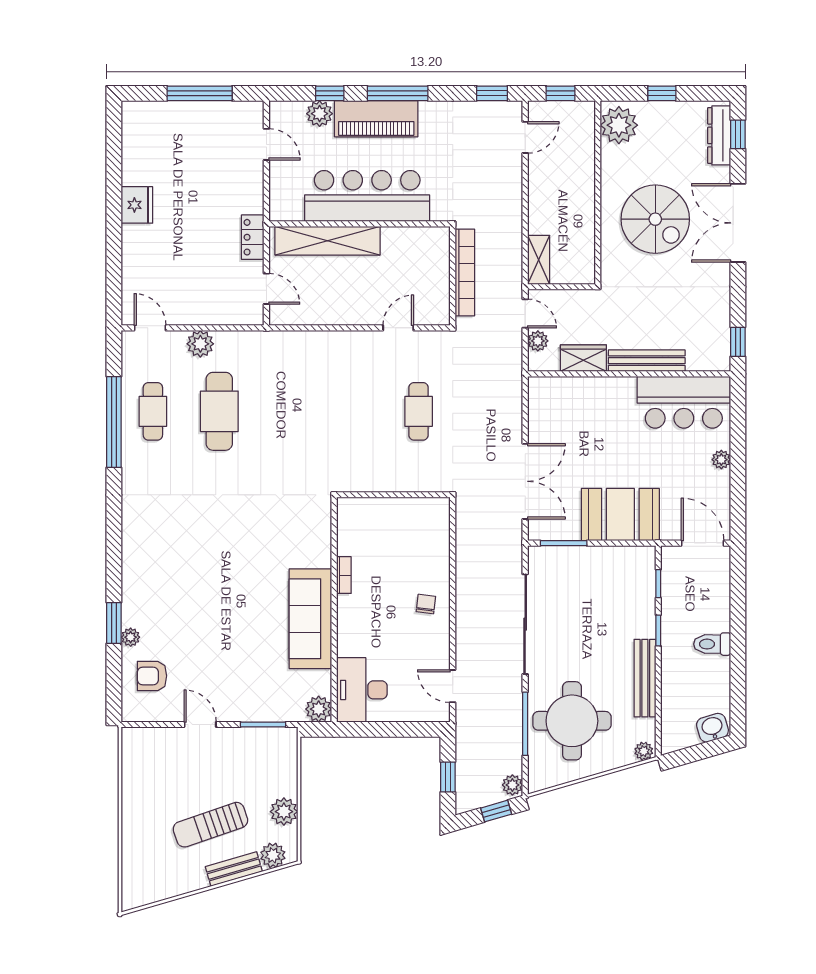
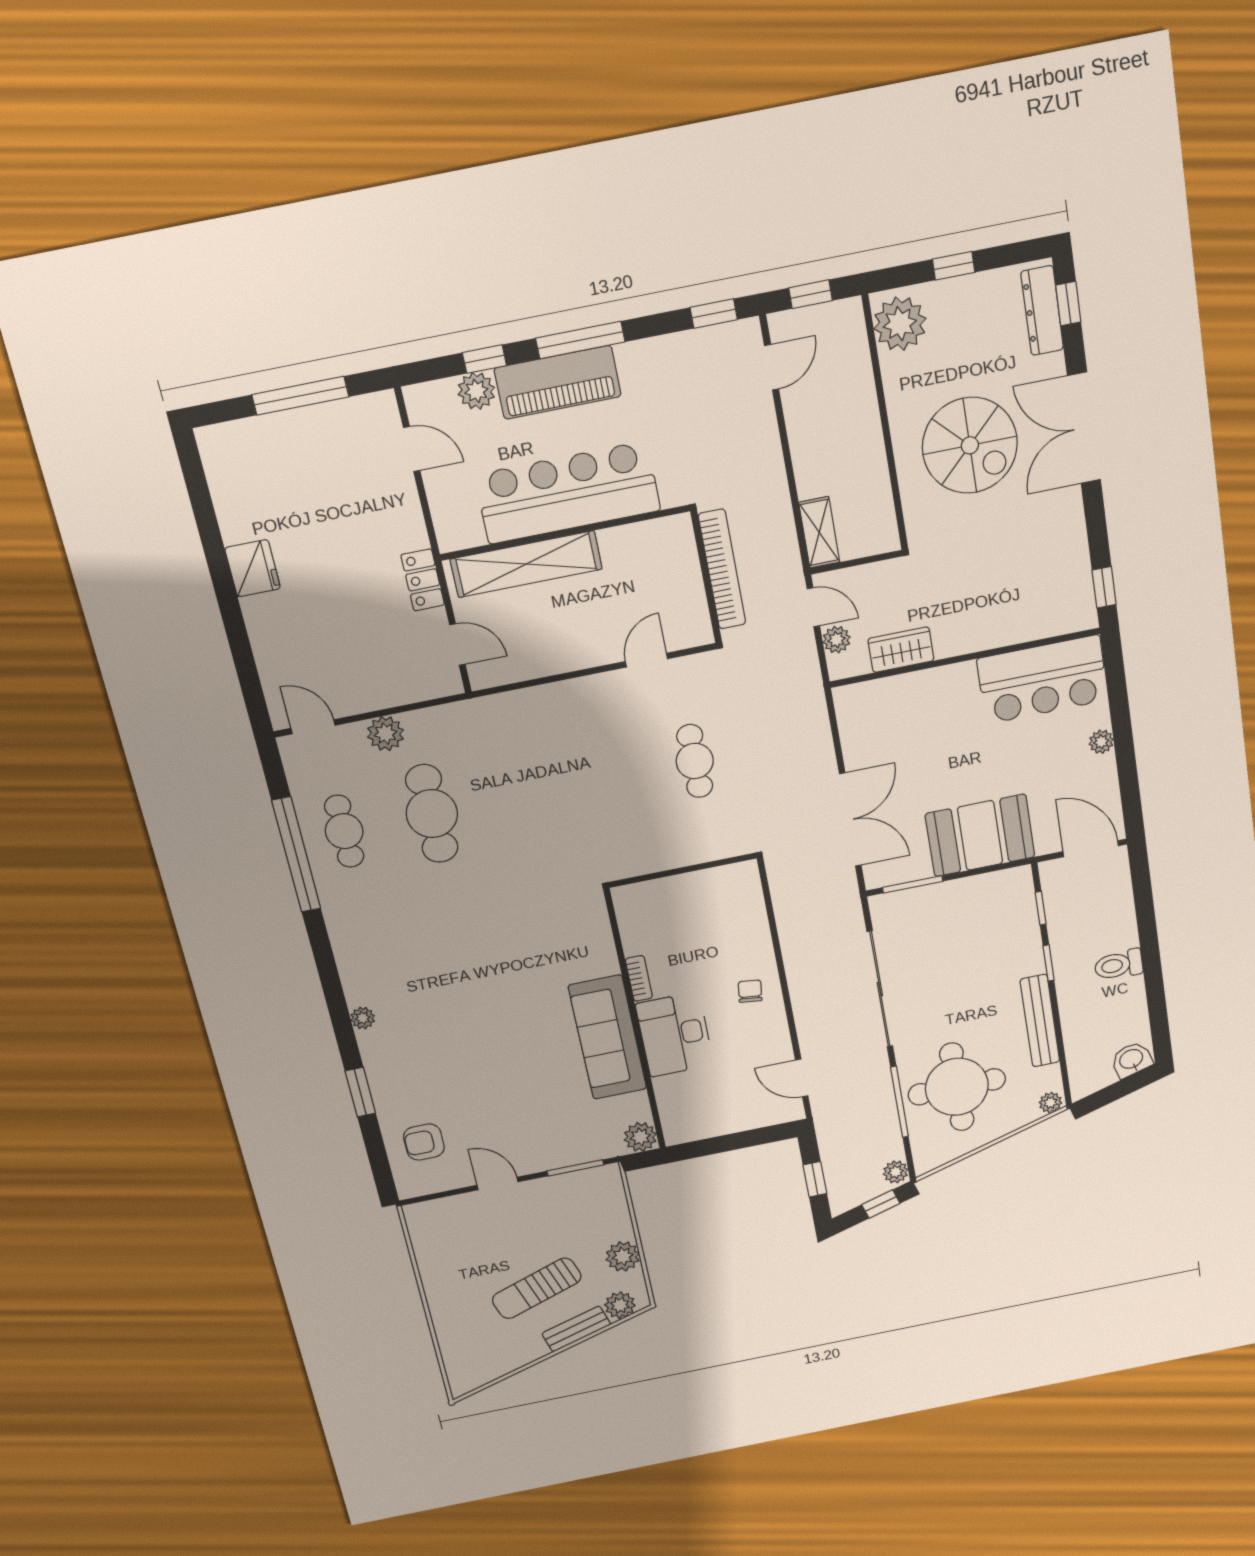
bench: (647, 361) -> (986, 636), removed
plant: (131, 637) -> (363, 1018), moved
desk: (362, 690) -> (675, 1034), moved

